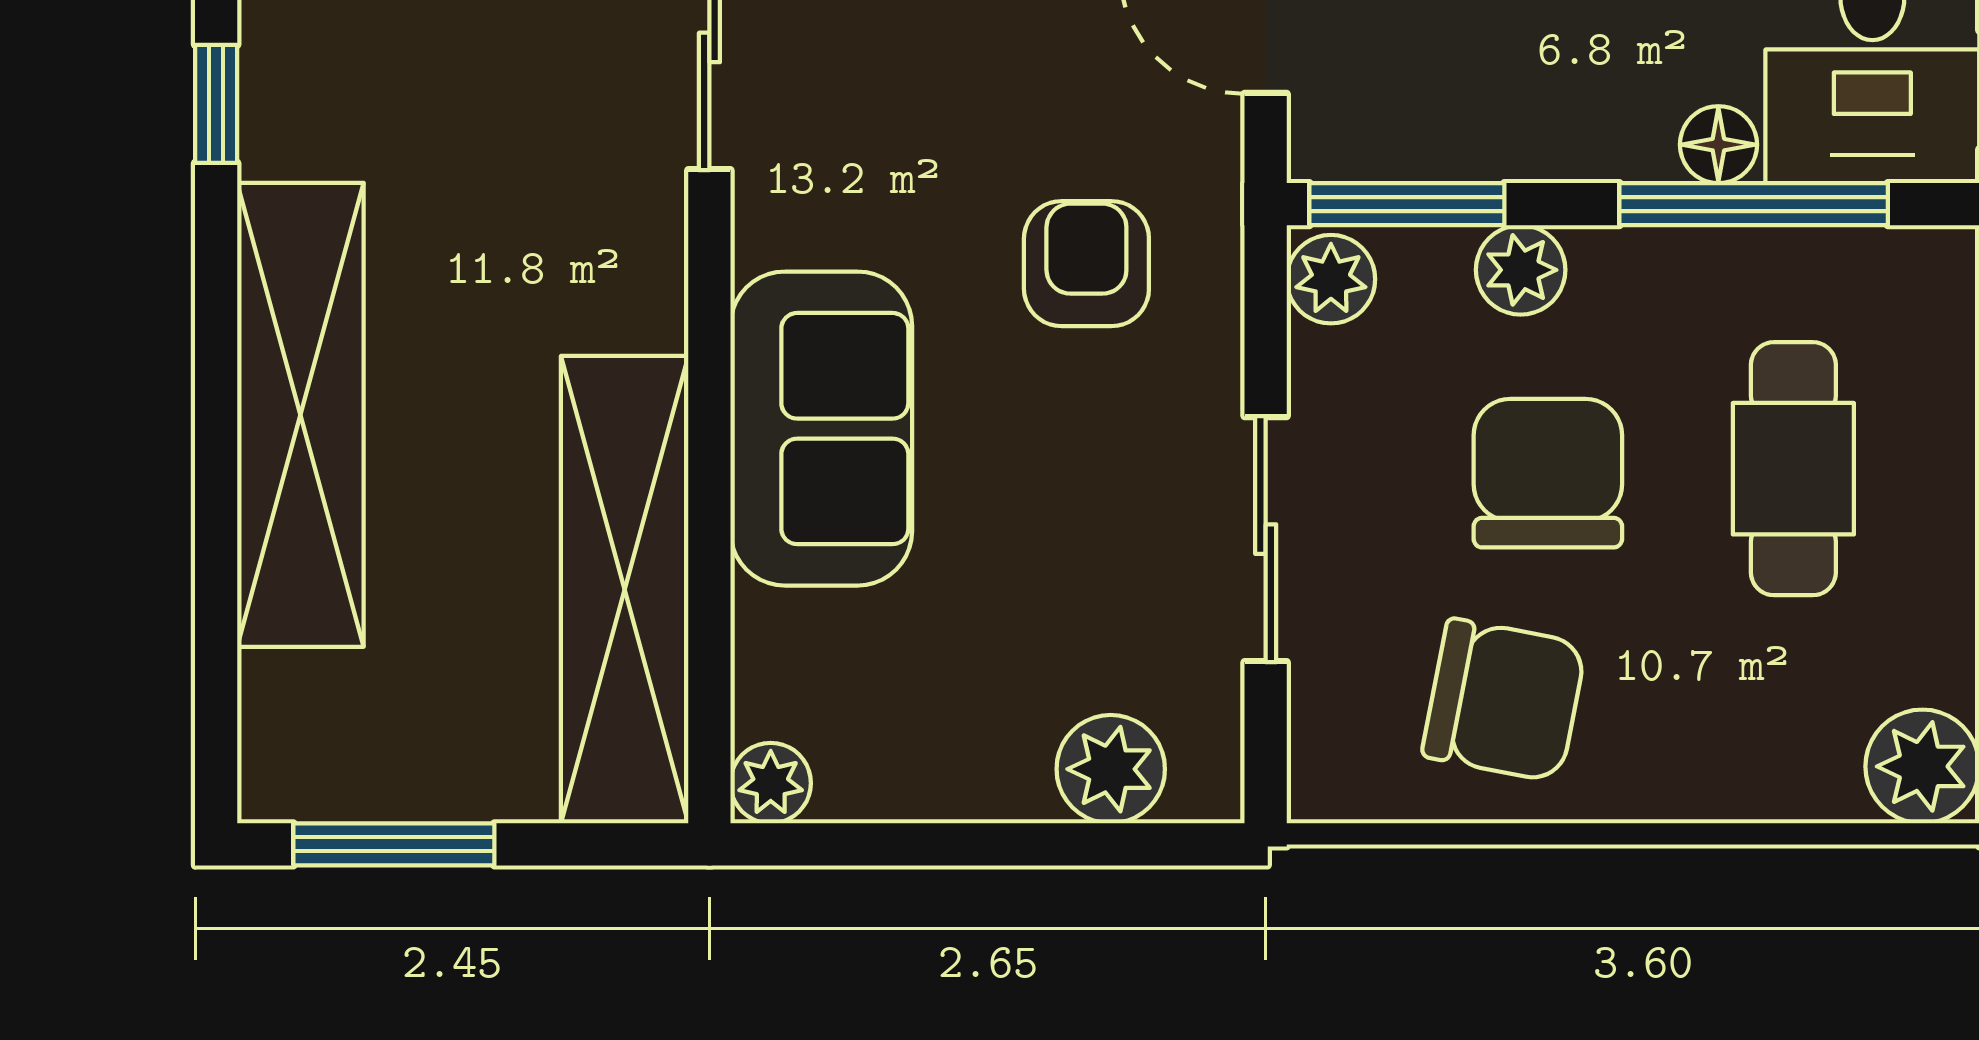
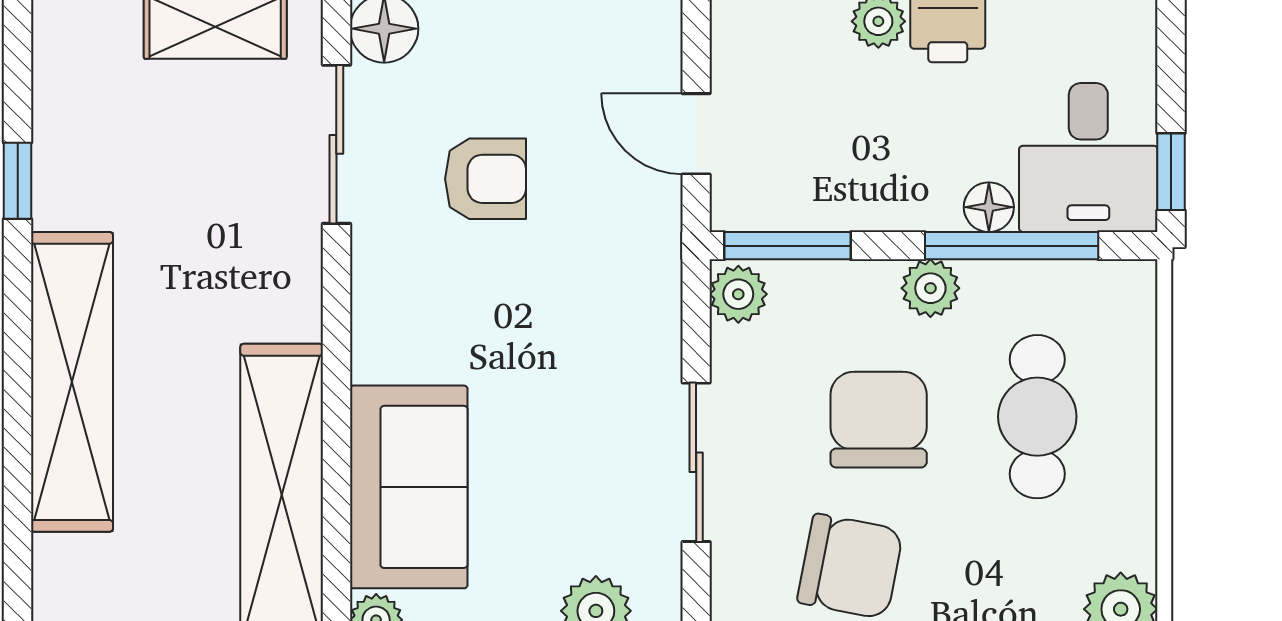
armchair: (1086, 264) -> (486, 179), moved, turned 90
plant: (1521, 270) -> (930, 288), moved
sofa: (821, 429) -> (409, 487), moved

